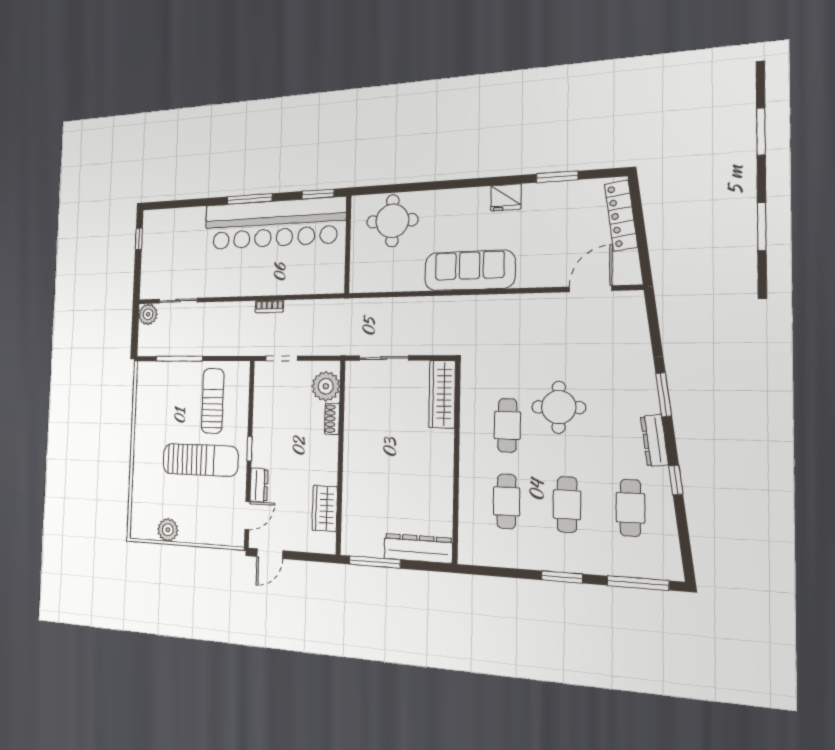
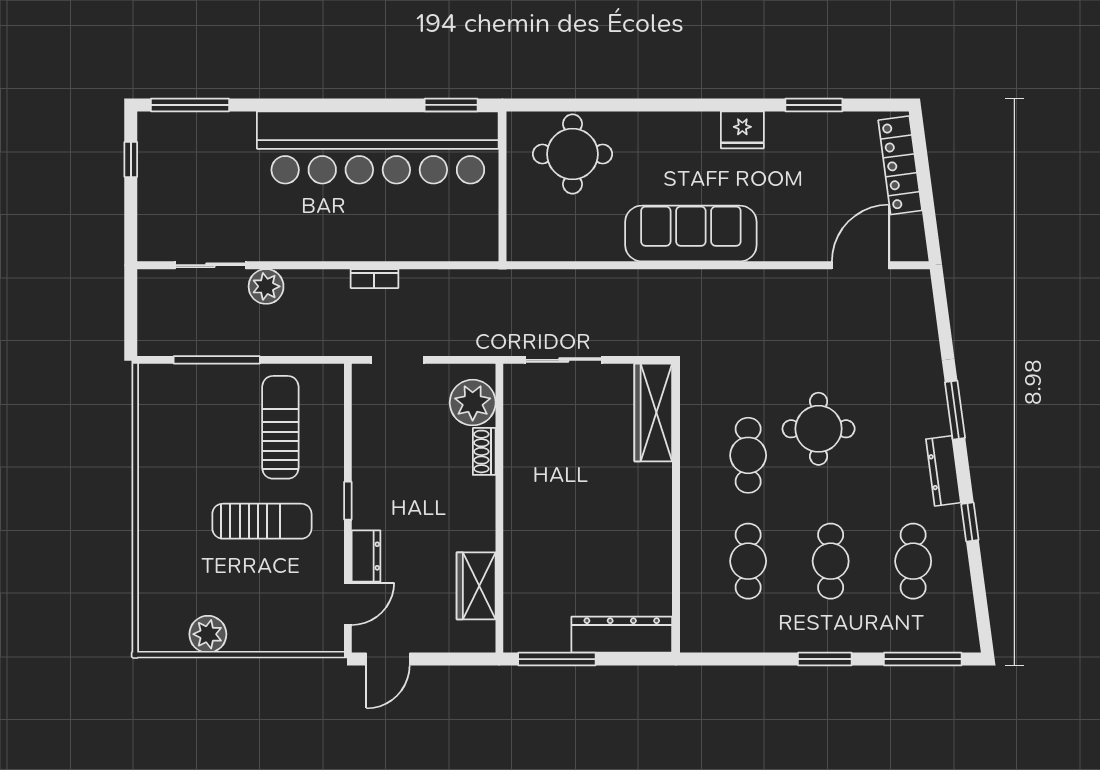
window: (250, 199) -> (190, 105), moved
plant: (148, 314) -> (266, 286), moved
sun lounger: (200, 460) -> (262, 521), width x0.73, depth x0.75

